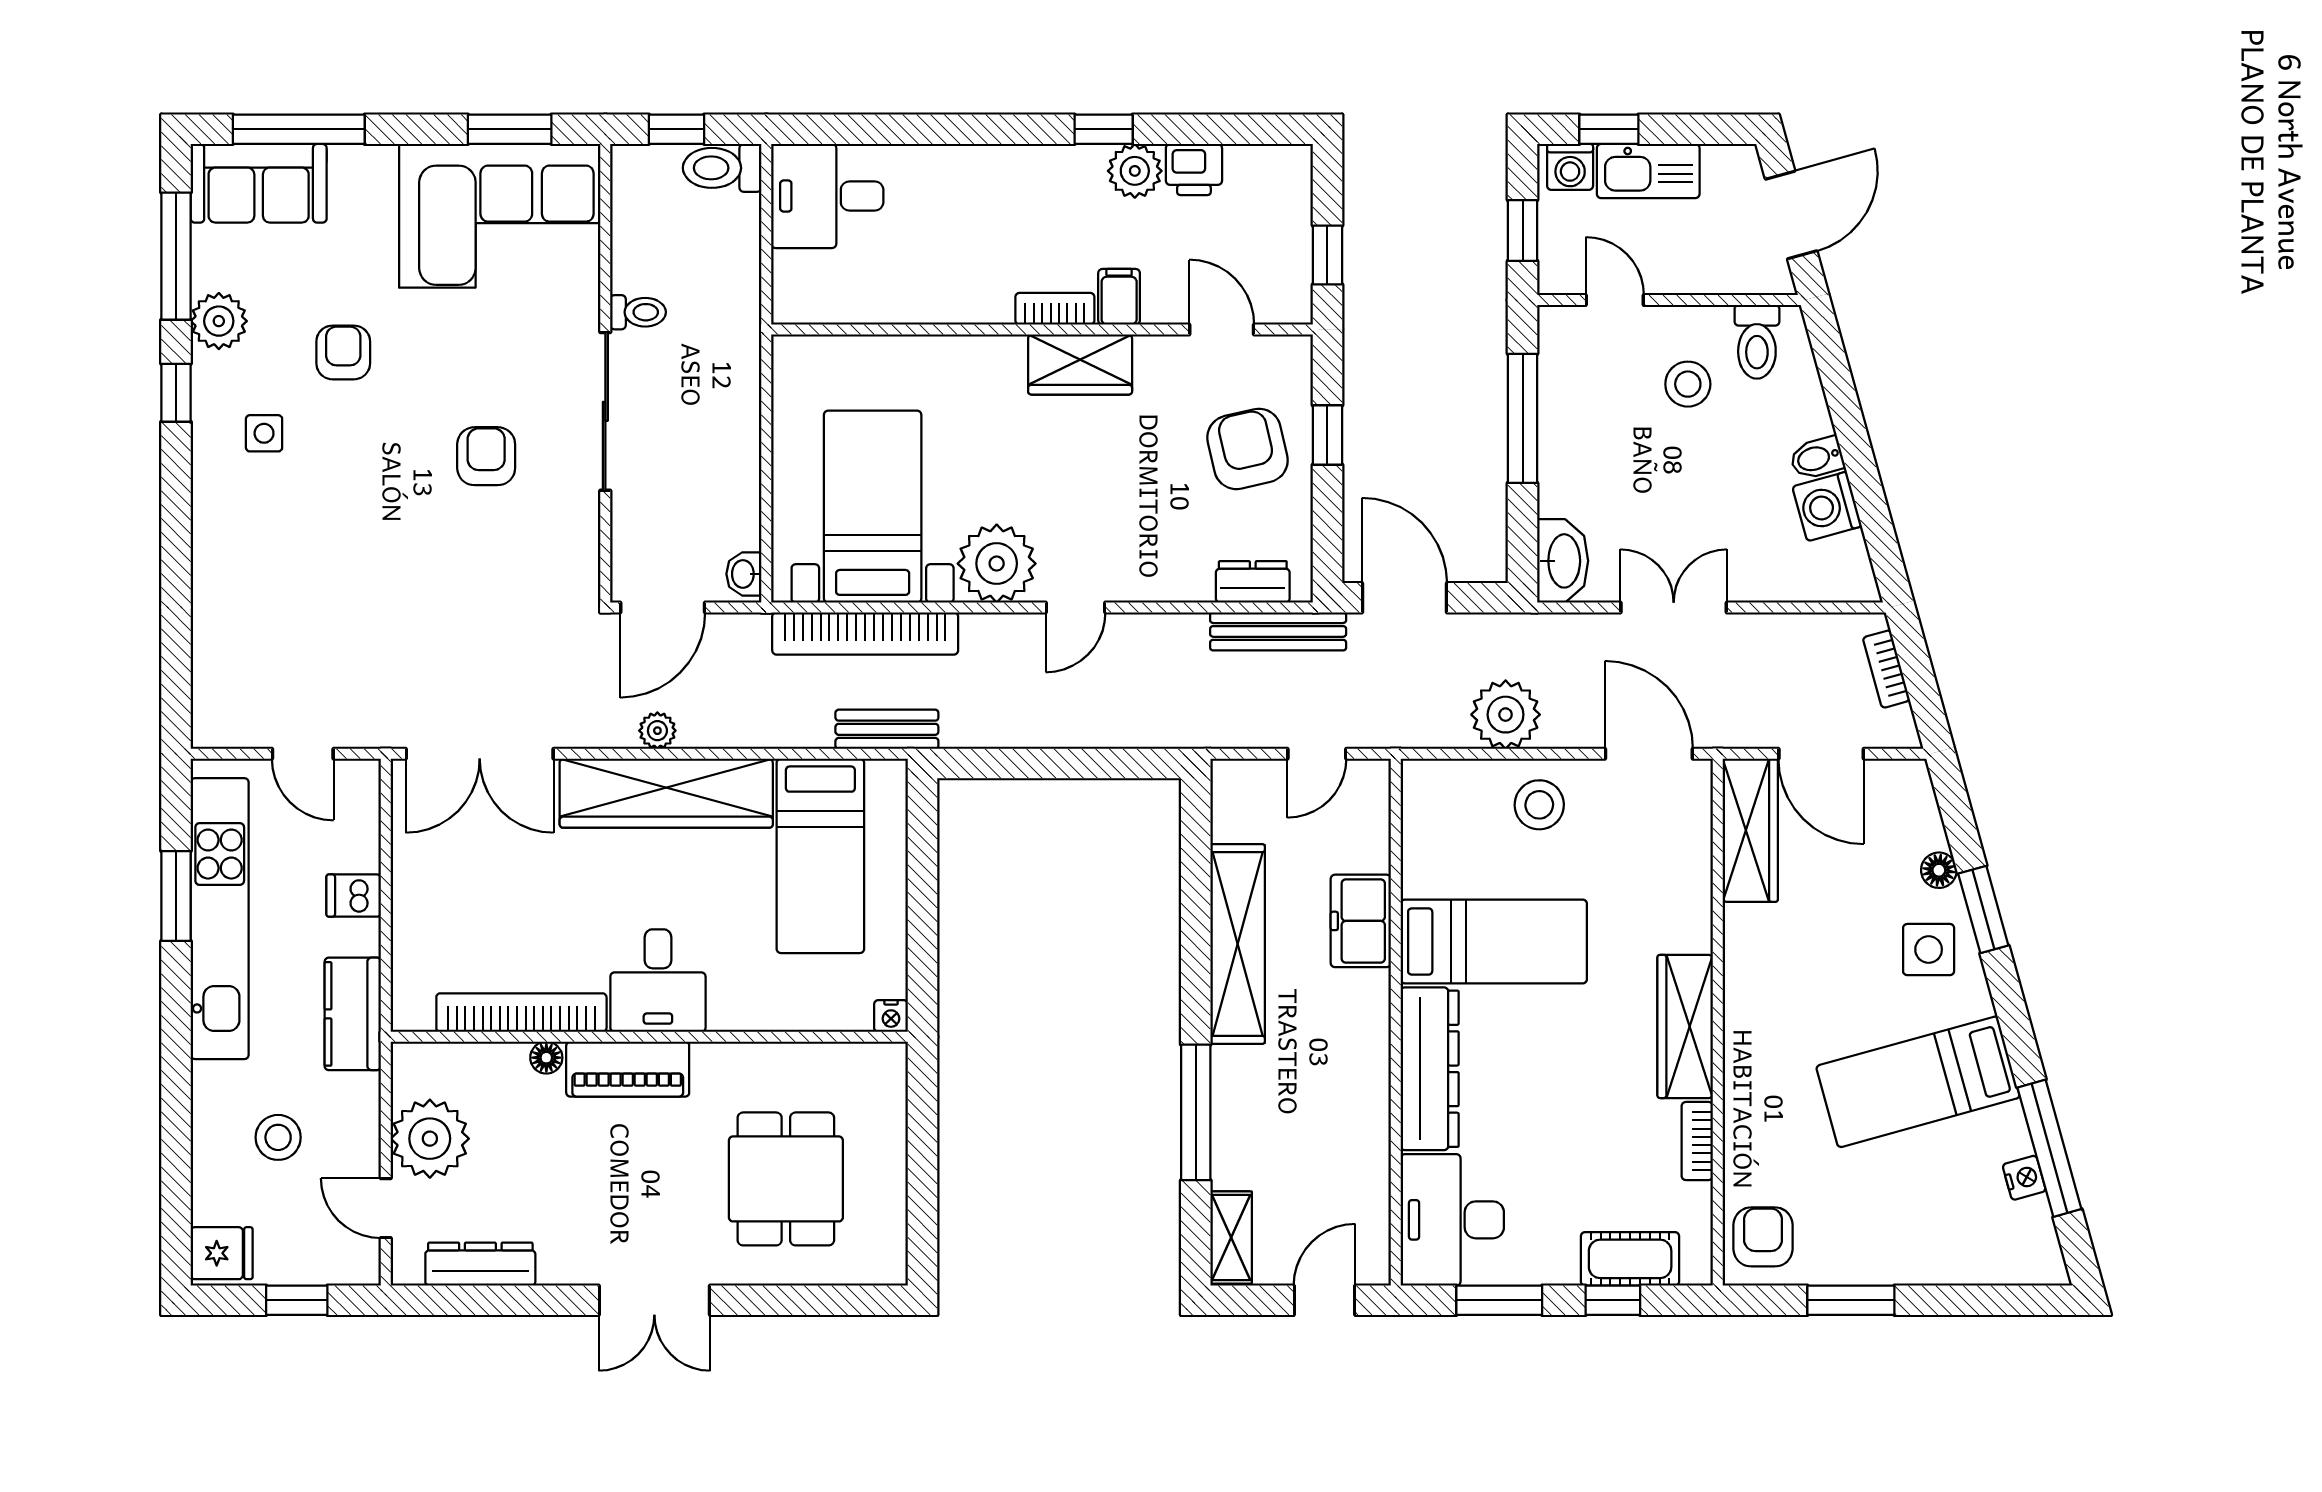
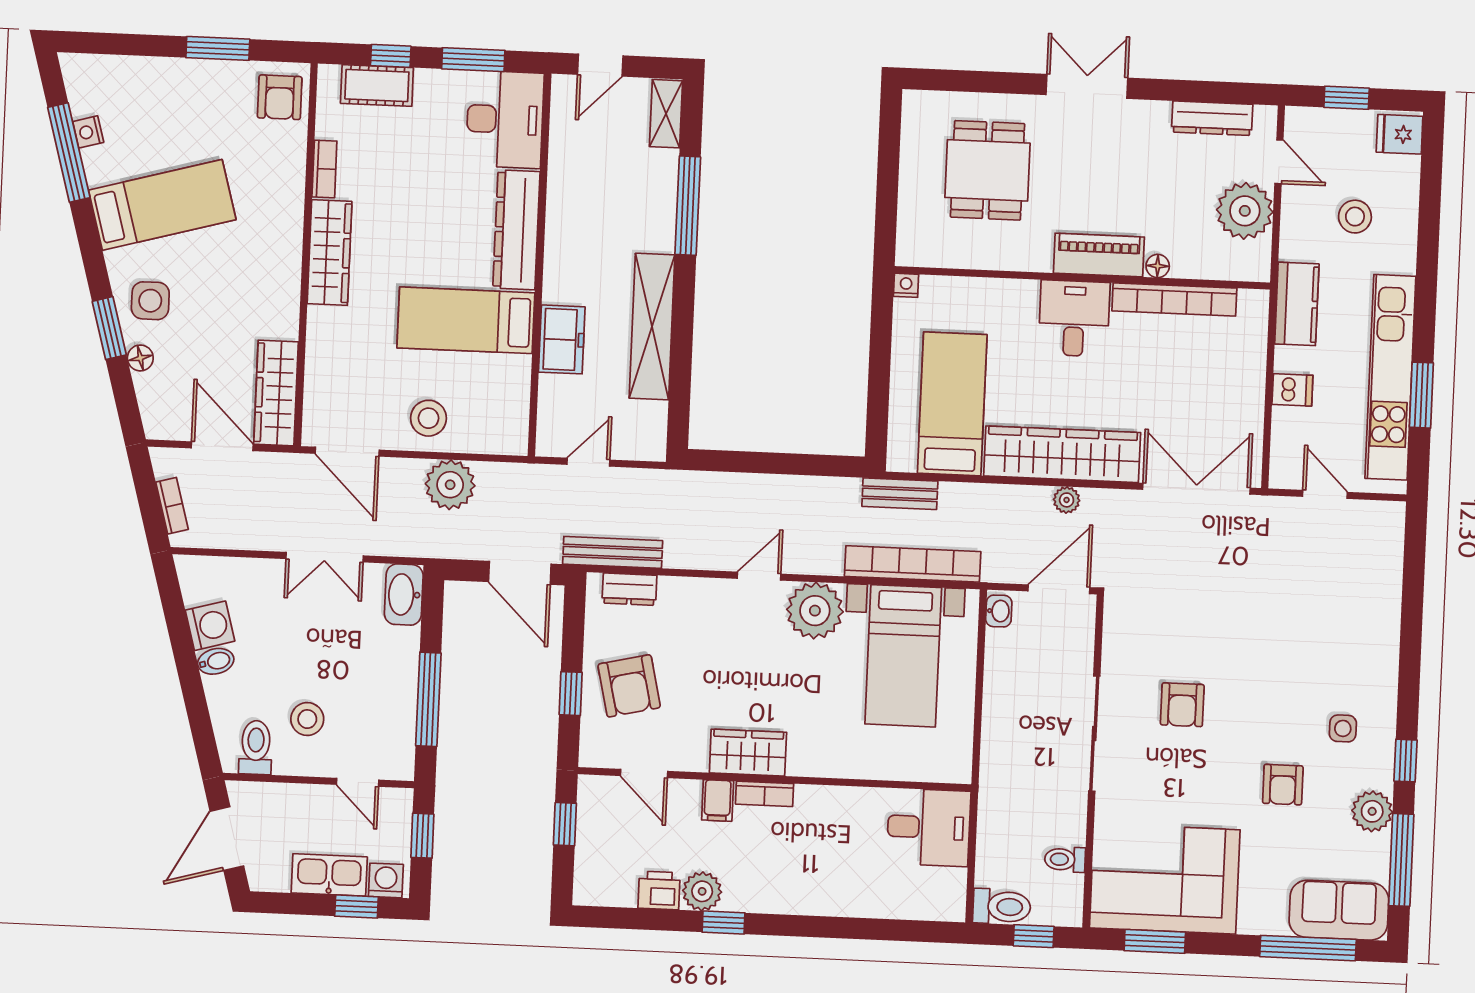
desk: (827, 196) -> (929, 827), moved
toilet: (638, 312) -> (1065, 859), moved

